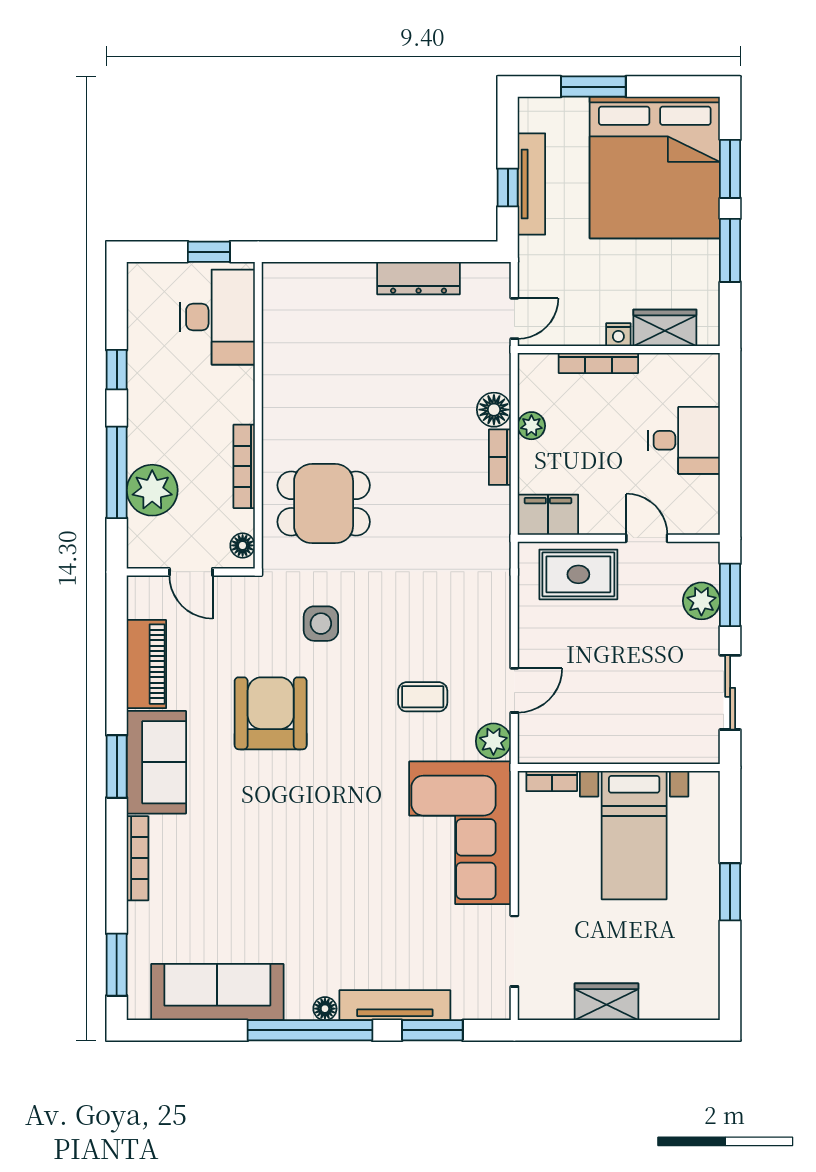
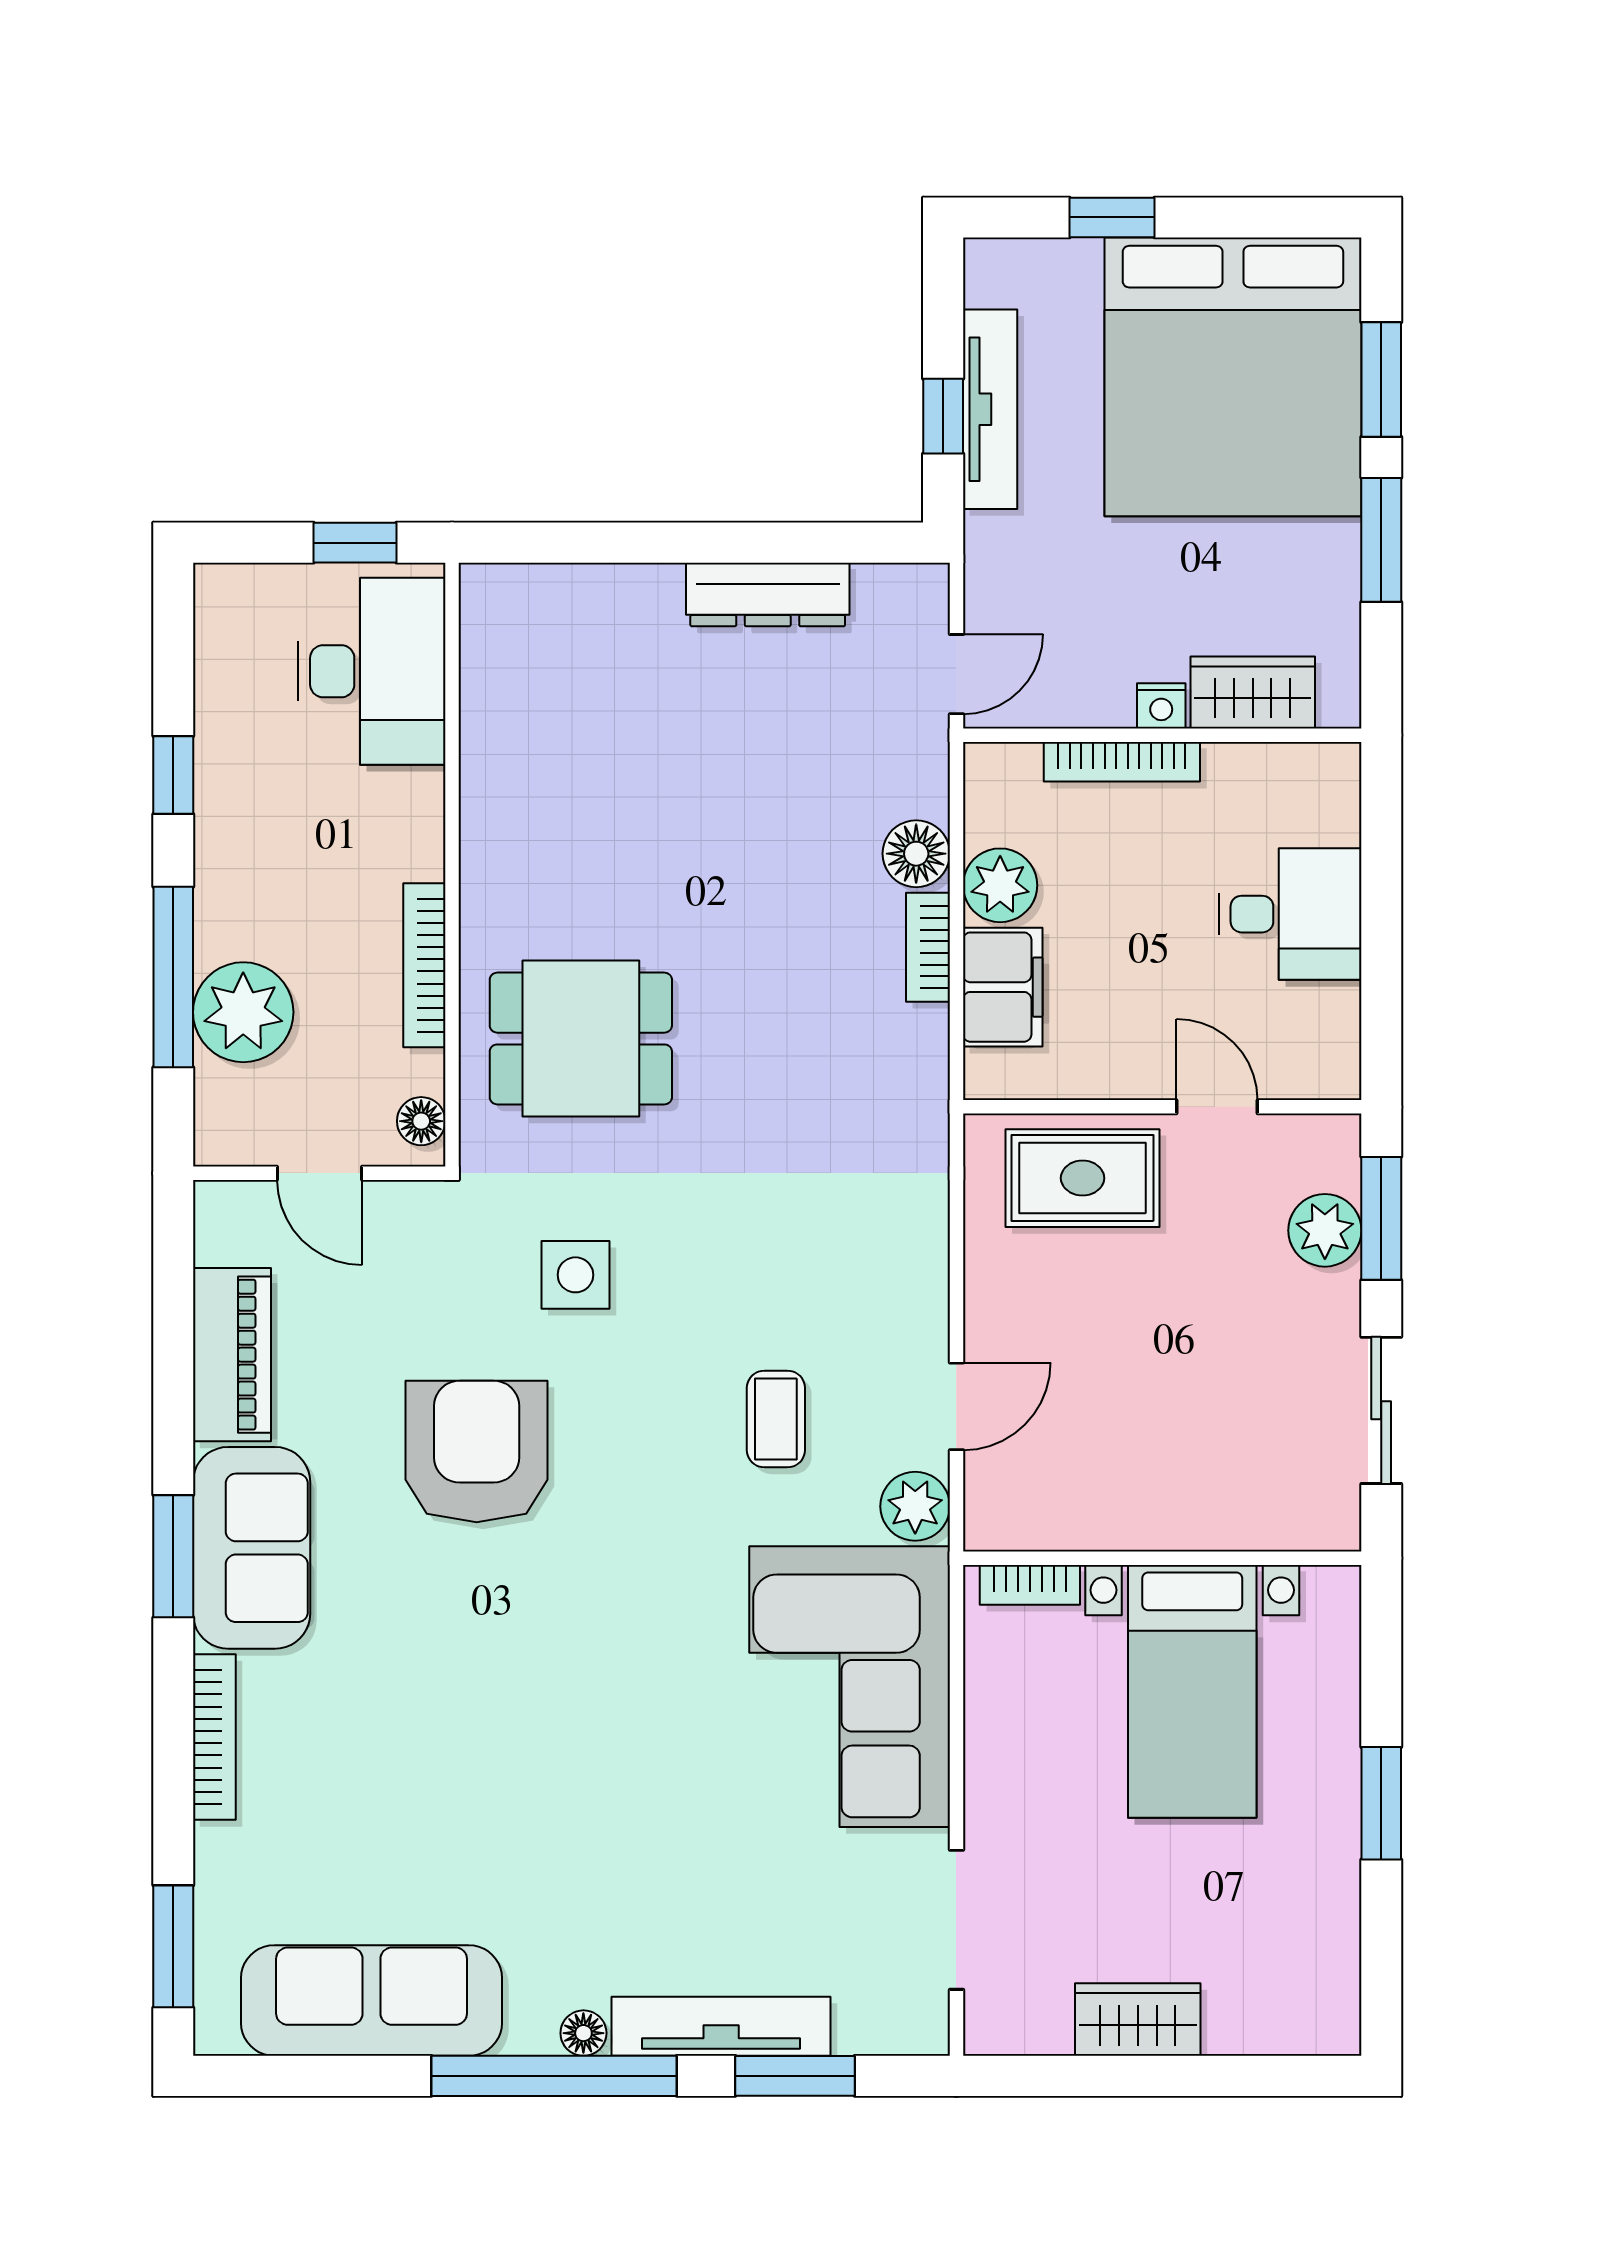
window: (593, 87) -> (1112, 217), width x0.67
plant: (531, 426) -> (1000, 885), width x1.38, depth x1.38
filing cabinet: (548, 515) -> (1003, 987), moved, turned 90
coffee table: (423, 697) -> (776, 1419), turned 90

